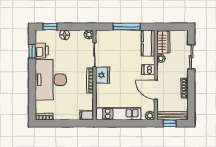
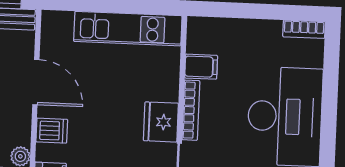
filing cabinet: (87, 115) -> (201, 67), moved
plant: (150, 116) -> (52, 21), removed

